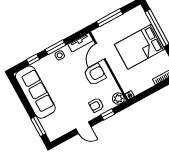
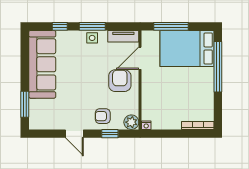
bed: (140, 47) -> (187, 48), moved
armchair: (95, 74) -> (120, 81), turned -90

